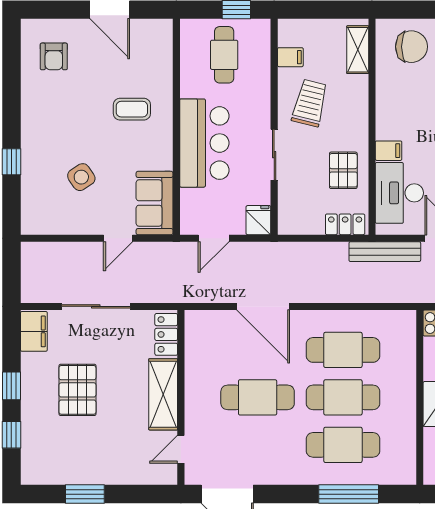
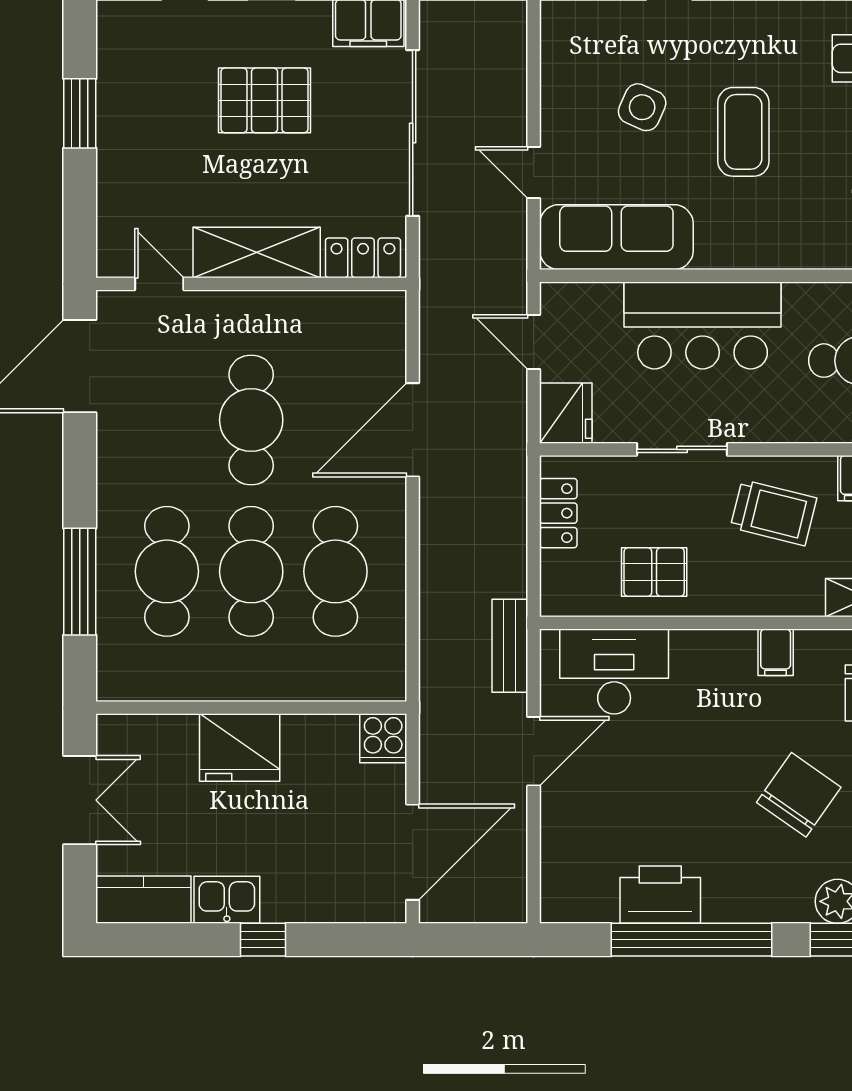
coffee table: (132, 109) -> (743, 132), moved, width x1.36, depth x1.30
filing cabinet: (389, 151) -> (776, 652), moved
side table: (81, 177) -> (642, 107), turned -32
sofa: (155, 203) -> (616, 237), width x1.36
fridge: (258, 220) -> (566, 413), width x1.38
locker: (345, 224) -> (558, 513), moved
bench: (385, 252) -> (510, 646), width x0.73
sliding door: (96, 306) -> (413, 133), width x1.36

